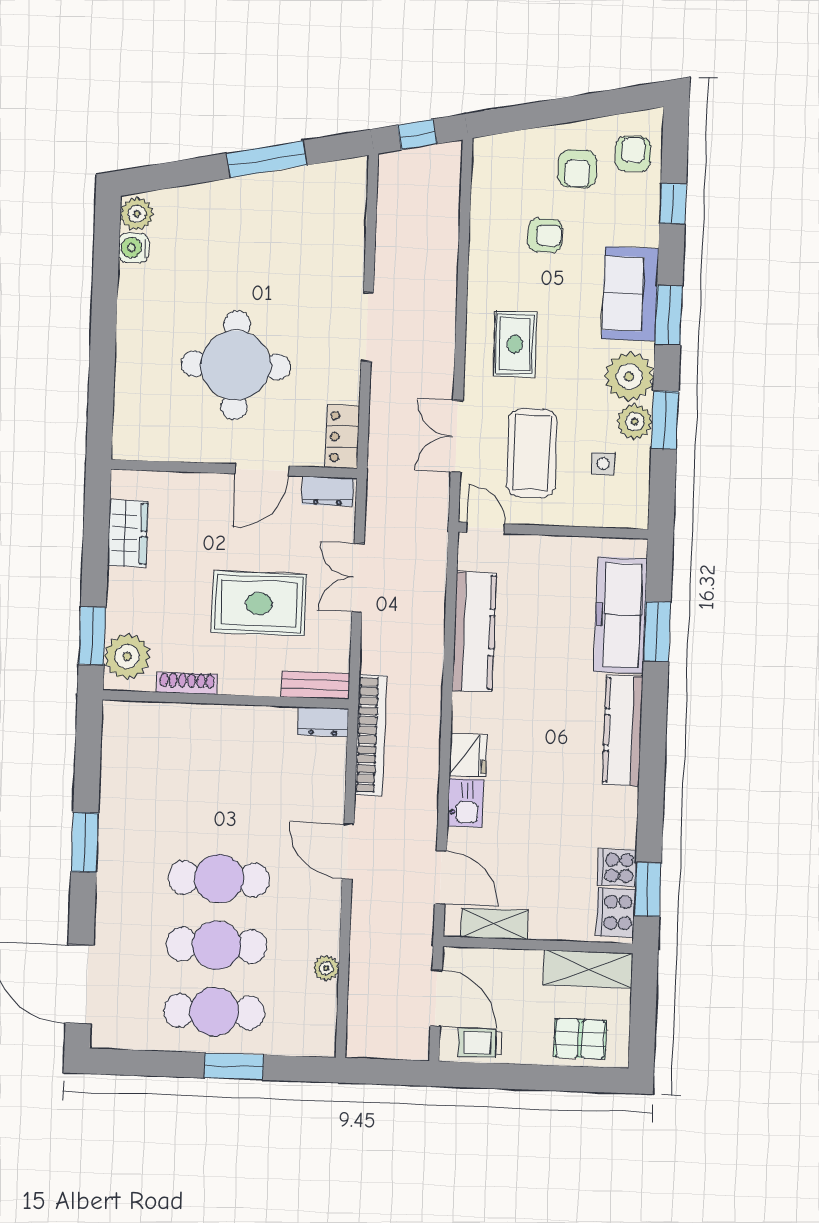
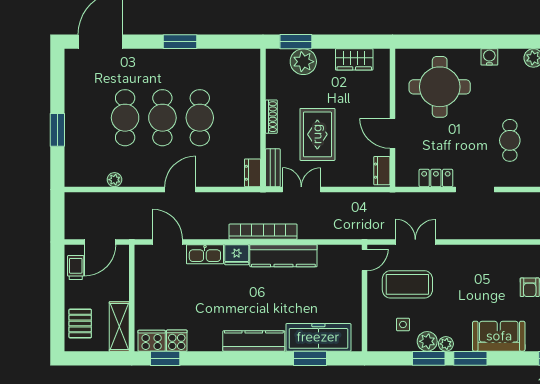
water cooler: (134, 248) -> (489, 57), moved
cafe table: (282, 261) -> (510, 140), added
window: (669, 315) -> (470, 358), moved
rug: (515, 344) -> (468, 273), removed
round table: (236, 365) -> (440, 87), moved
plant: (629, 376) -> (446, 344), width x0.53, depth x0.53
locker: (343, 437) -> (436, 178), moved
double door: (358, 578) -> (301, 189), moved
kitchen counter: (474, 632) -> (283, 256), moved
plant: (127, 656) -> (303, 62), moved
shoe rack: (187, 683) -> (271, 117), moved
bookcase: (371, 735) -> (263, 232), moved, turned 180
kitchen sink: (465, 803) -> (205, 254), width x1.38
door: (441, 877) -> (168, 242), swing flipped
shelving: (494, 924) -> (143, 273), removed
cafe table: (214, 1012) -> (200, 118), moved

